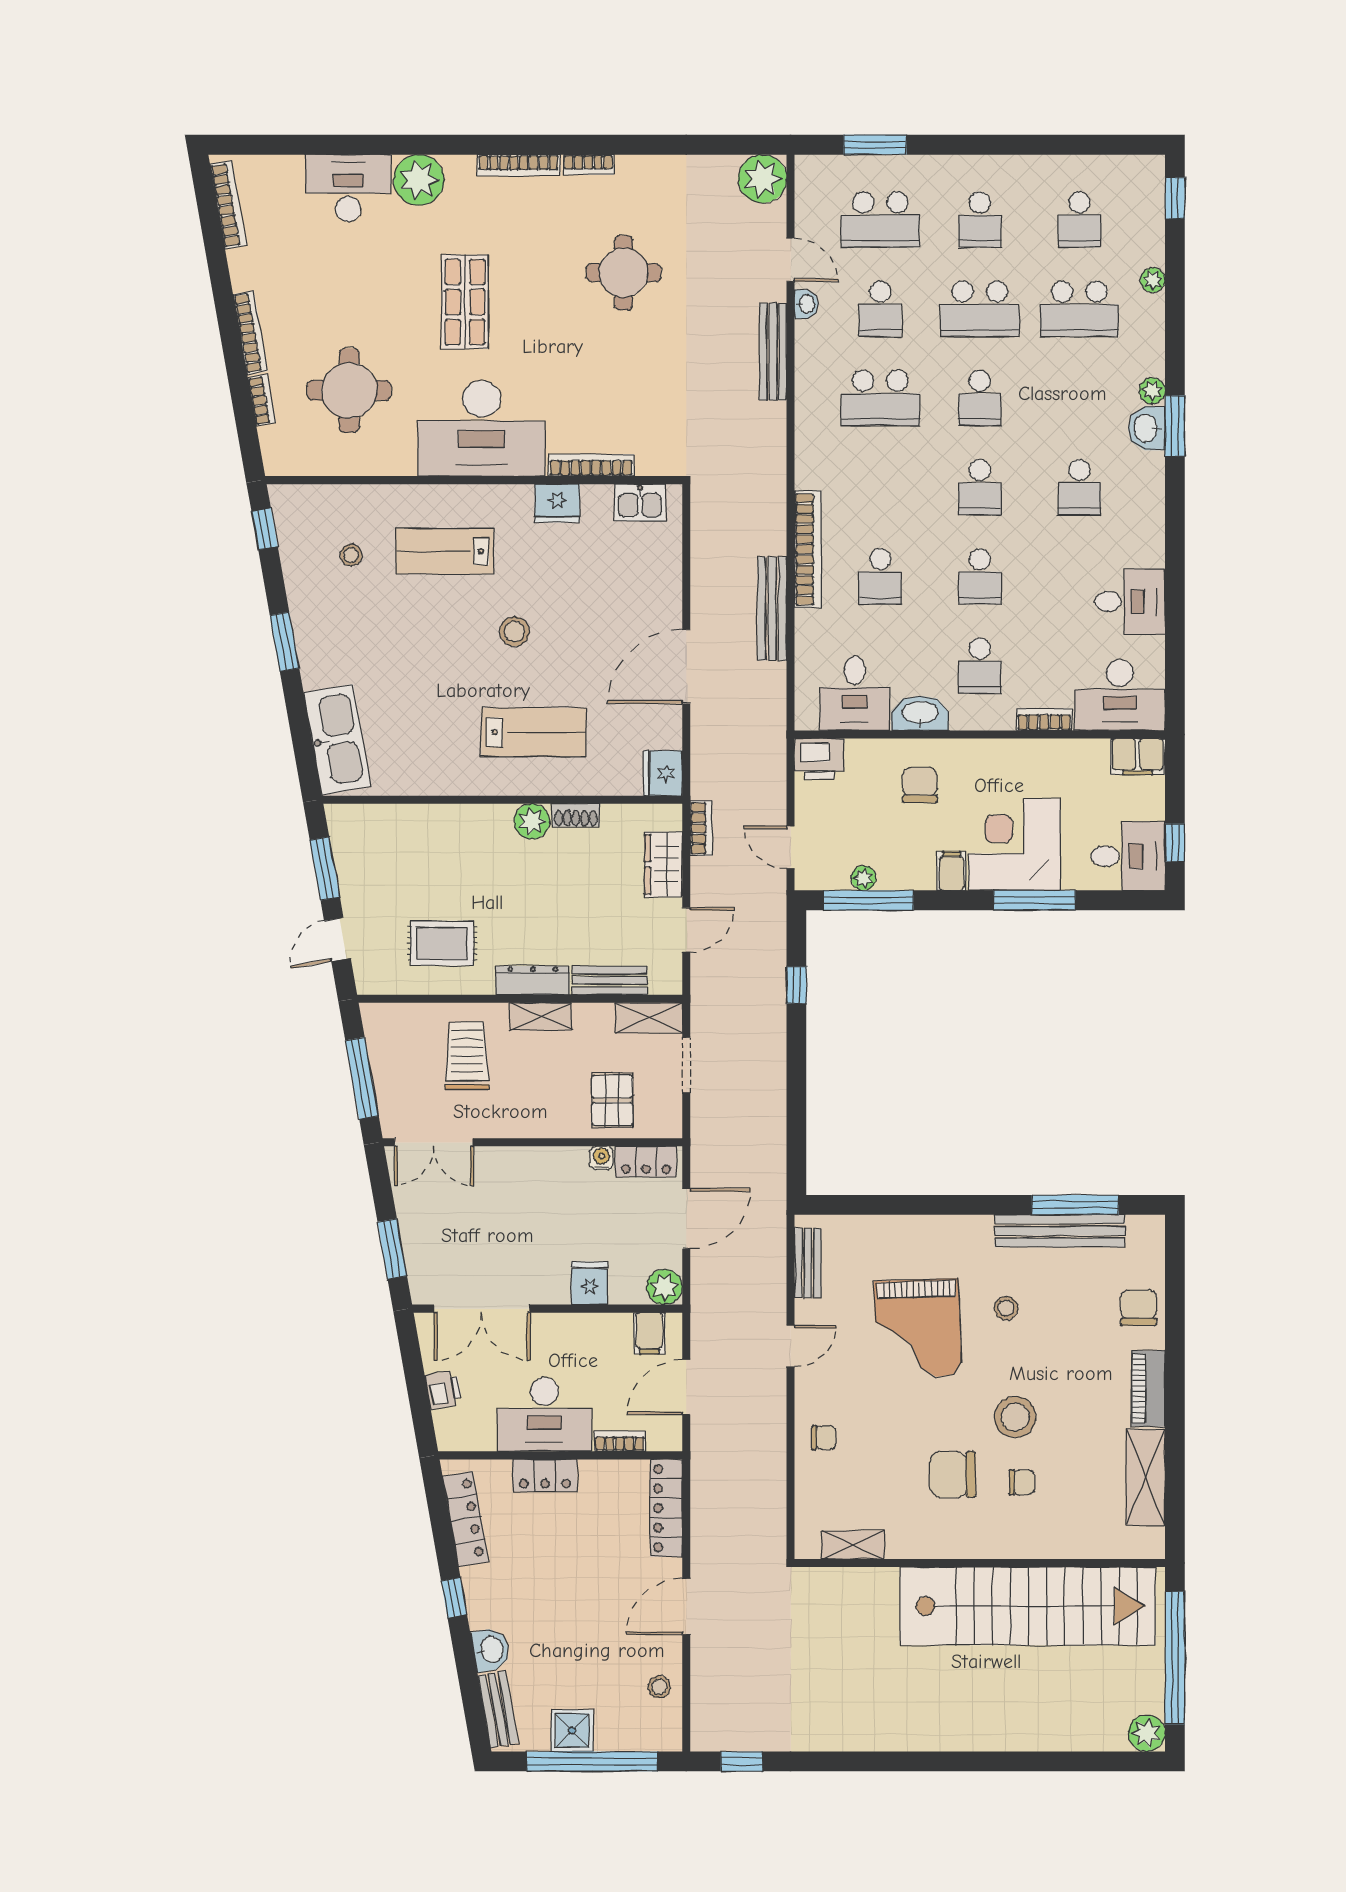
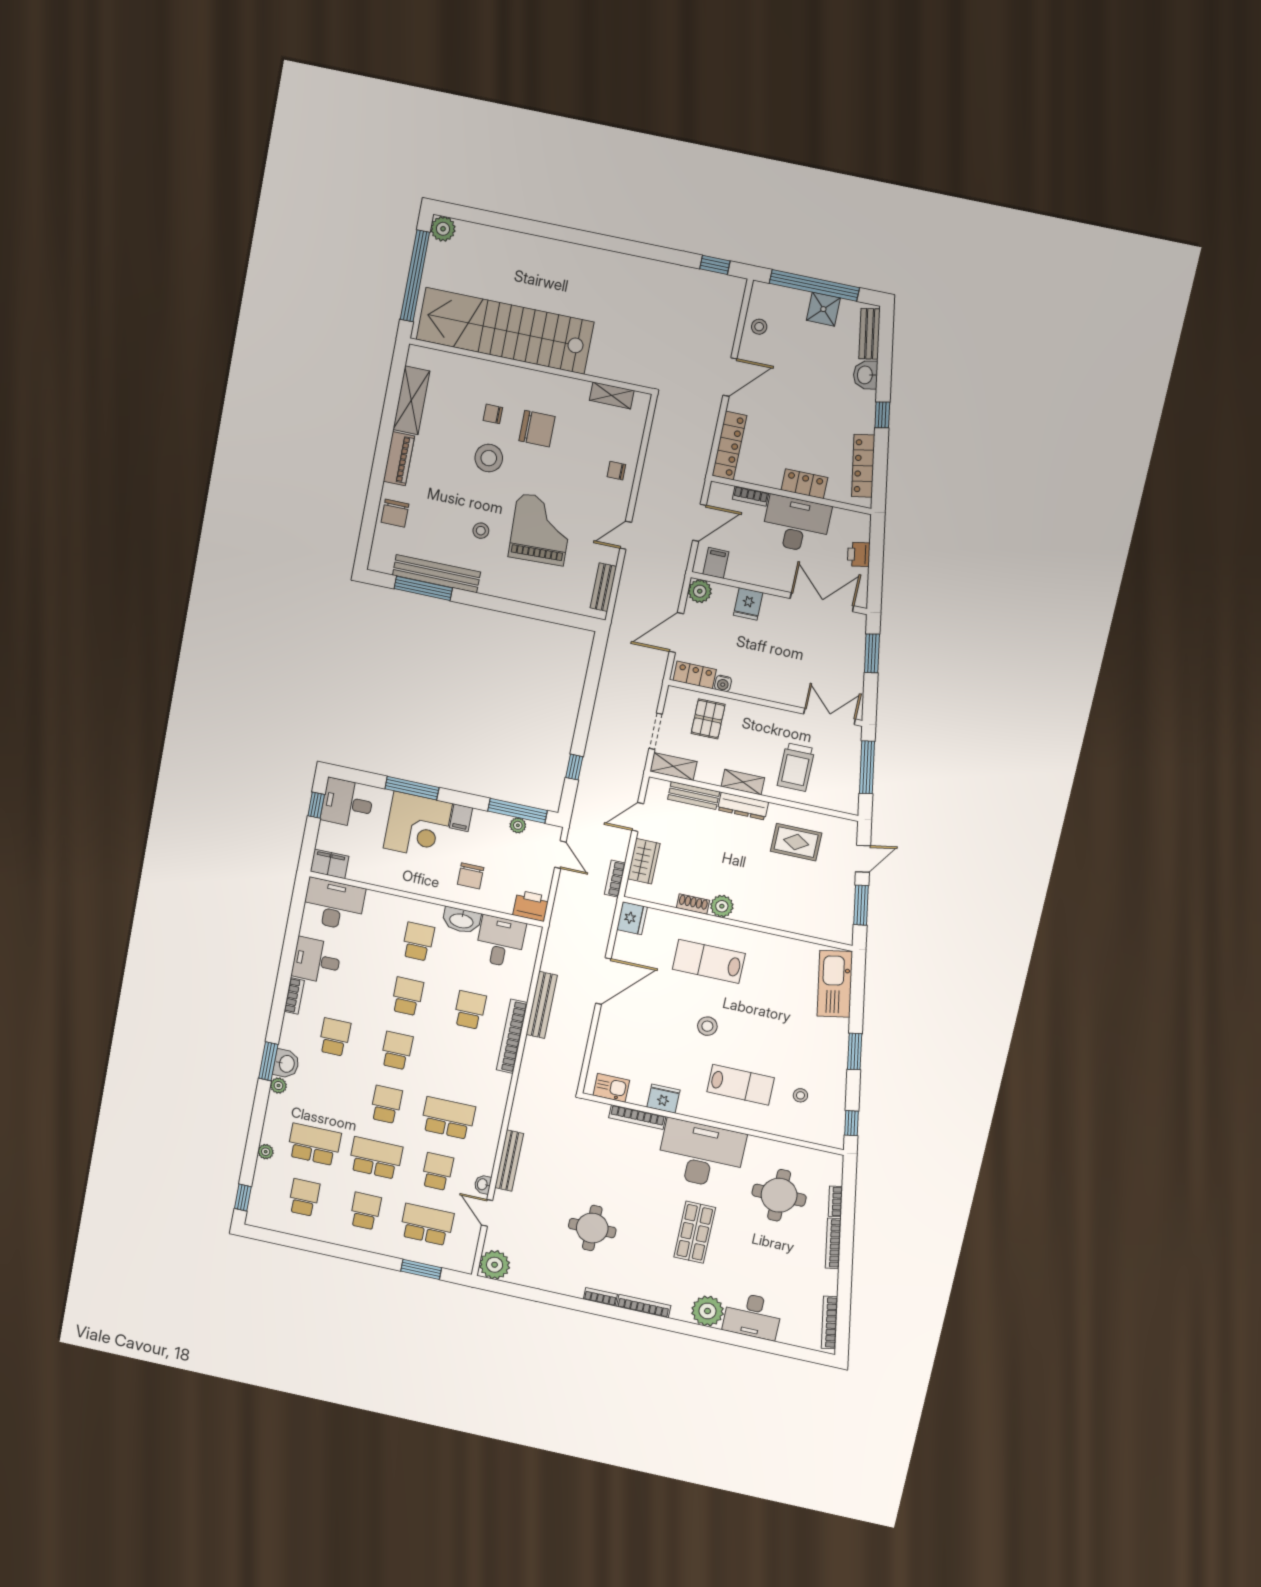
bookcase: (1044, 719) -> (294, 996), moved, turned -90

